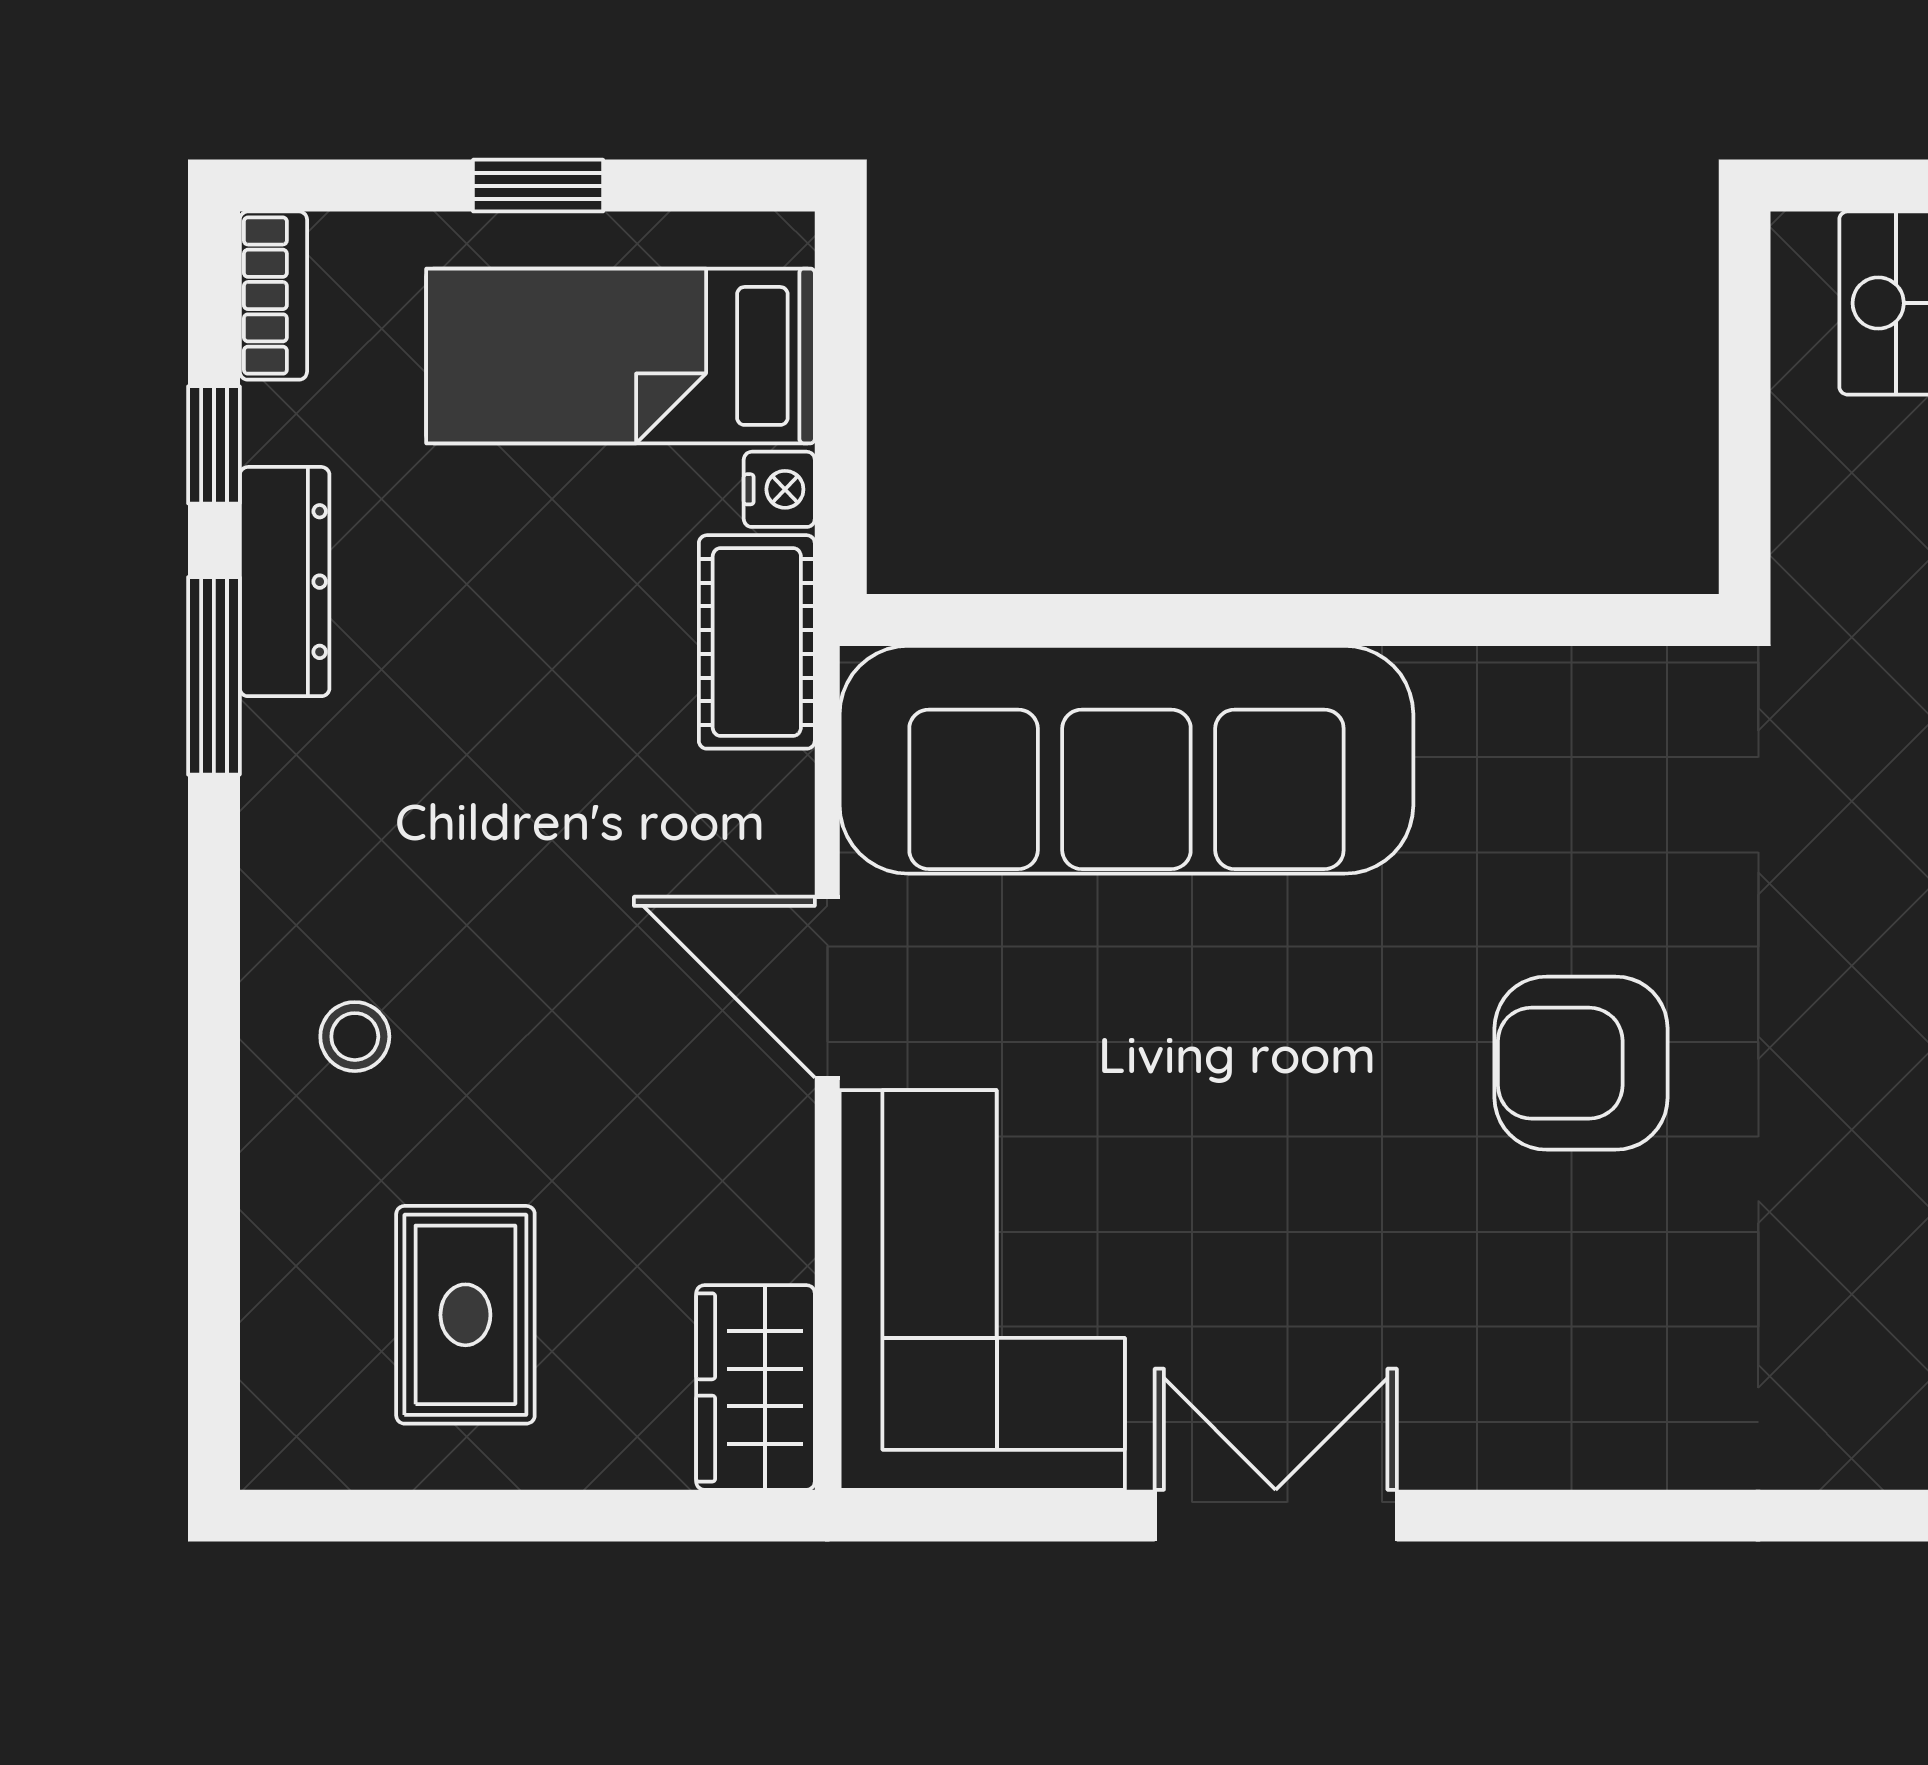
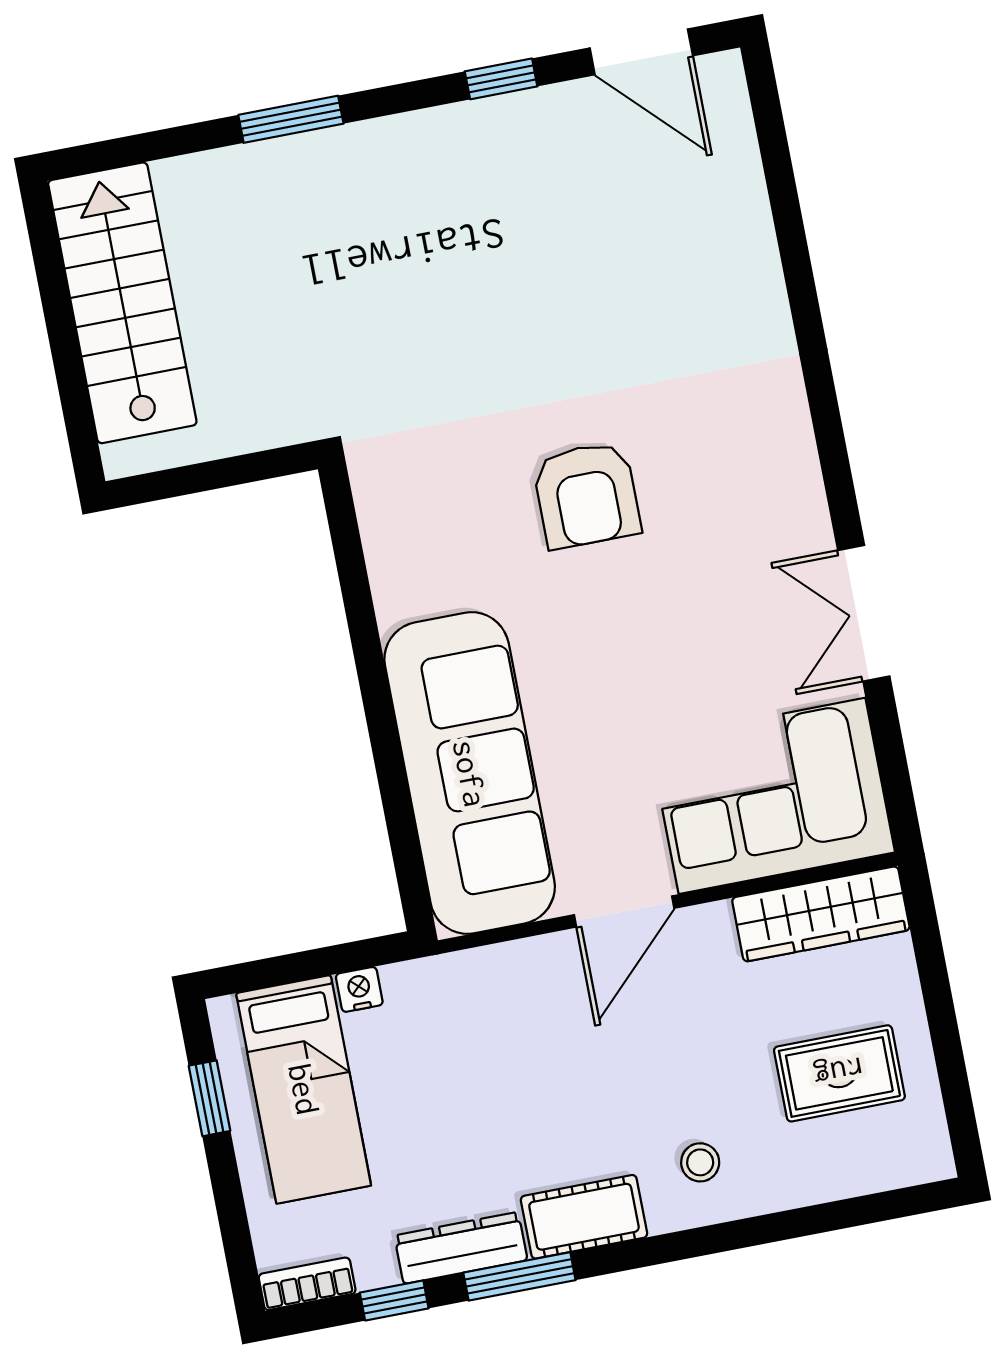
window: (538, 186) -> (210, 1098), moved
cot: (757, 642) -> (584, 1217), moved
wardrobe: (755, 1387) -> (821, 914), width x1.50

